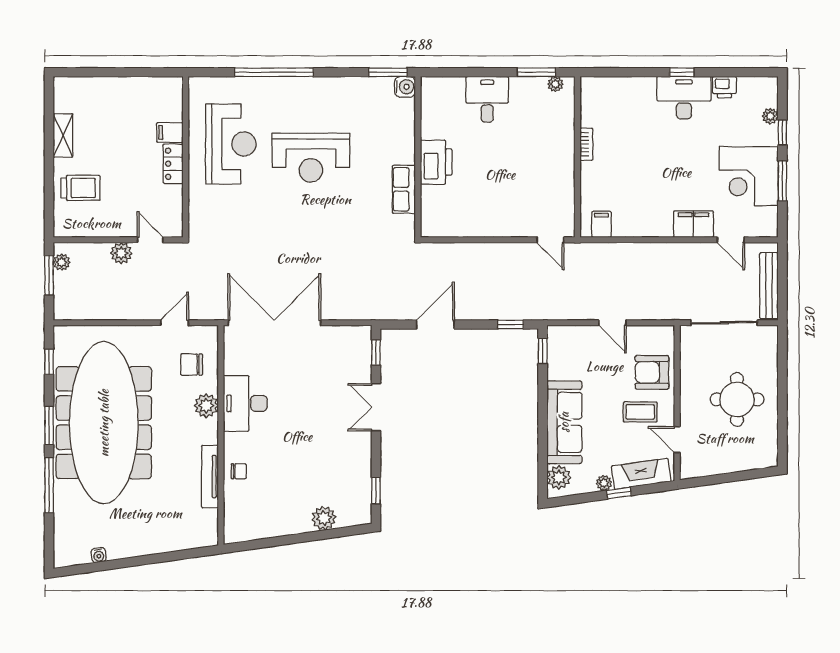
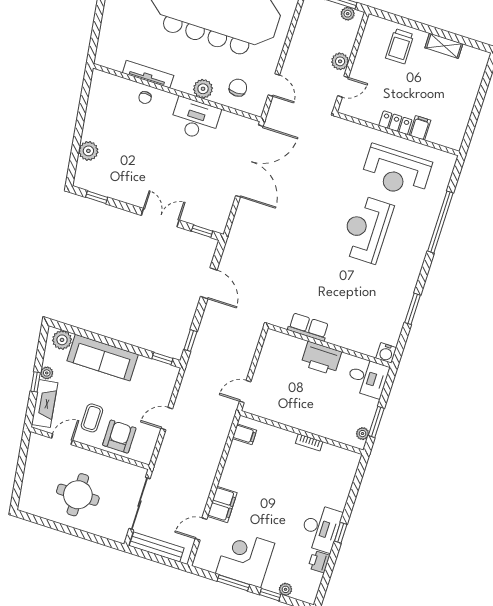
water cooler: (405, 87) -> (386, 353), moved
wall: (418, 157) -> (330, 346), moved
printer: (436, 162) -> (321, 358), moved
row of seats: (404, 189) -> (308, 327), moved

